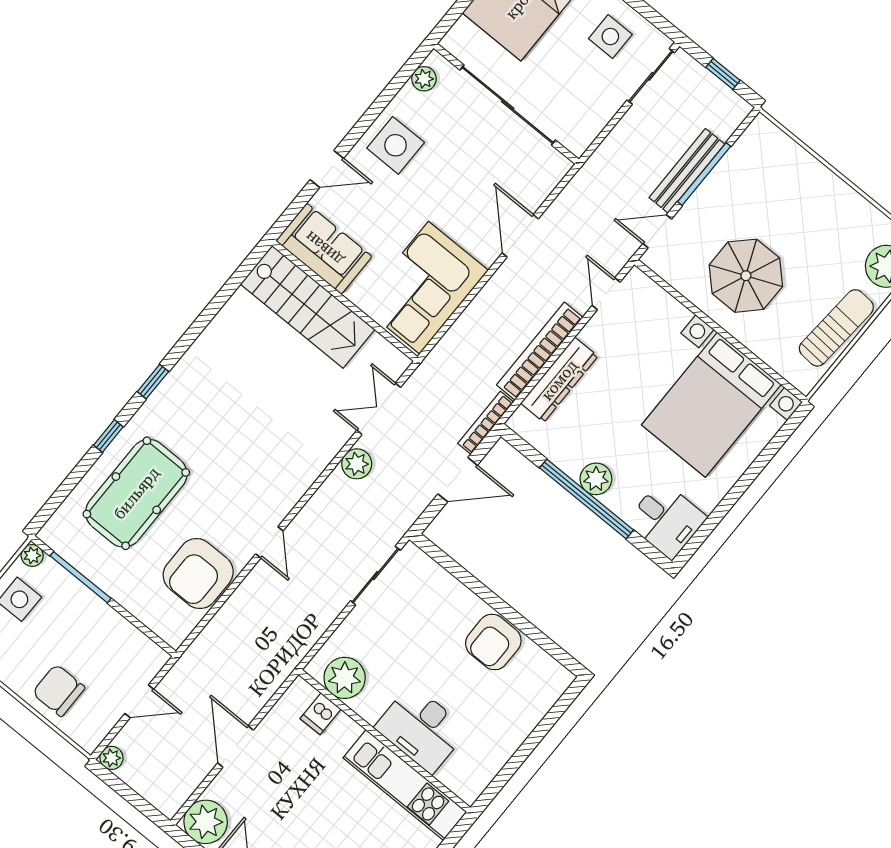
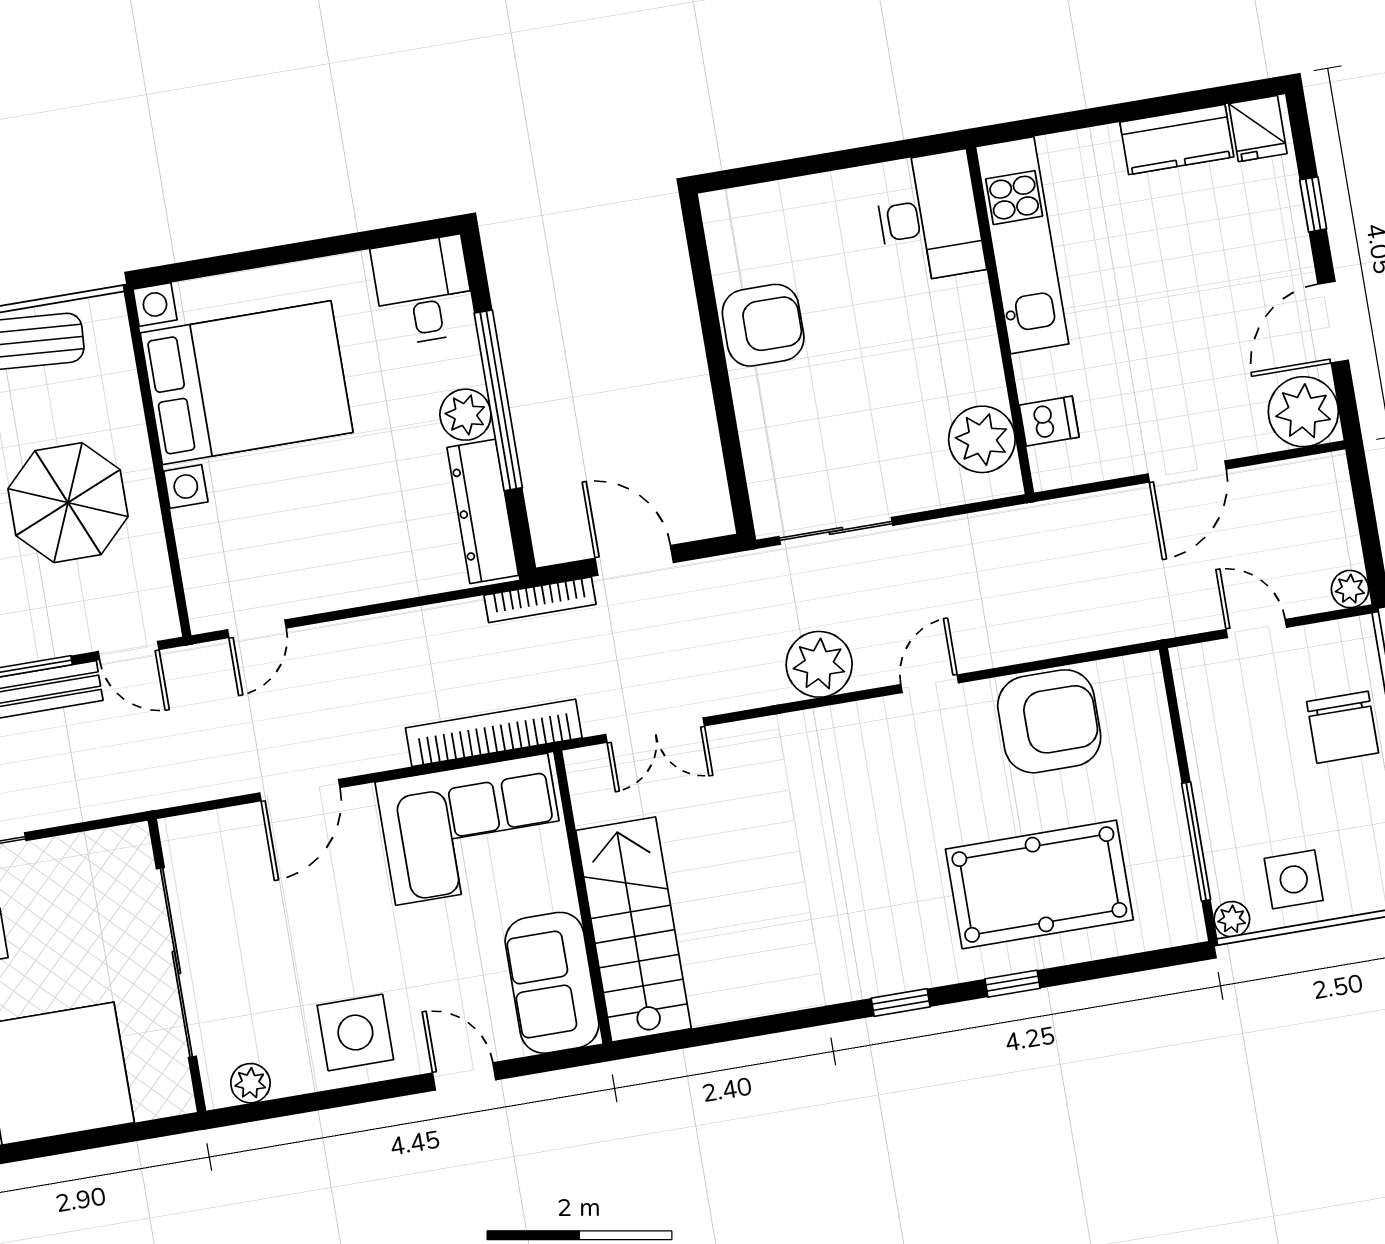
bookcase: (540, 351) -> (494, 733), moved, turned 180
dresser: (559, 380) -> (483, 511), moved, turned -90
plant: (357, 464) -> (819, 664), moved, width x1.36, depth x1.36
desk: (421, 729) -> (929, 217), moved

